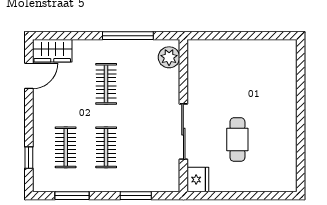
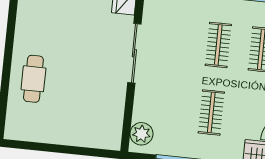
cafe table: (237, 140) -> (33, 79), moved

